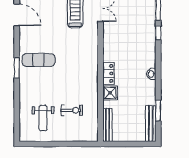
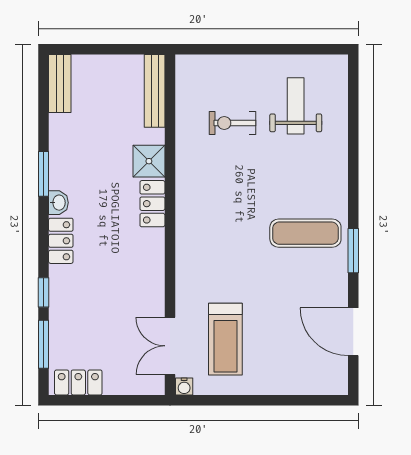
locker: (150, 56) -> (61, 241), added
window: (17, 68) -> (353, 251), moved
window: (158, 111) -> (44, 174), moved
bench: (151, 123) -> (60, 83), width x0.73

